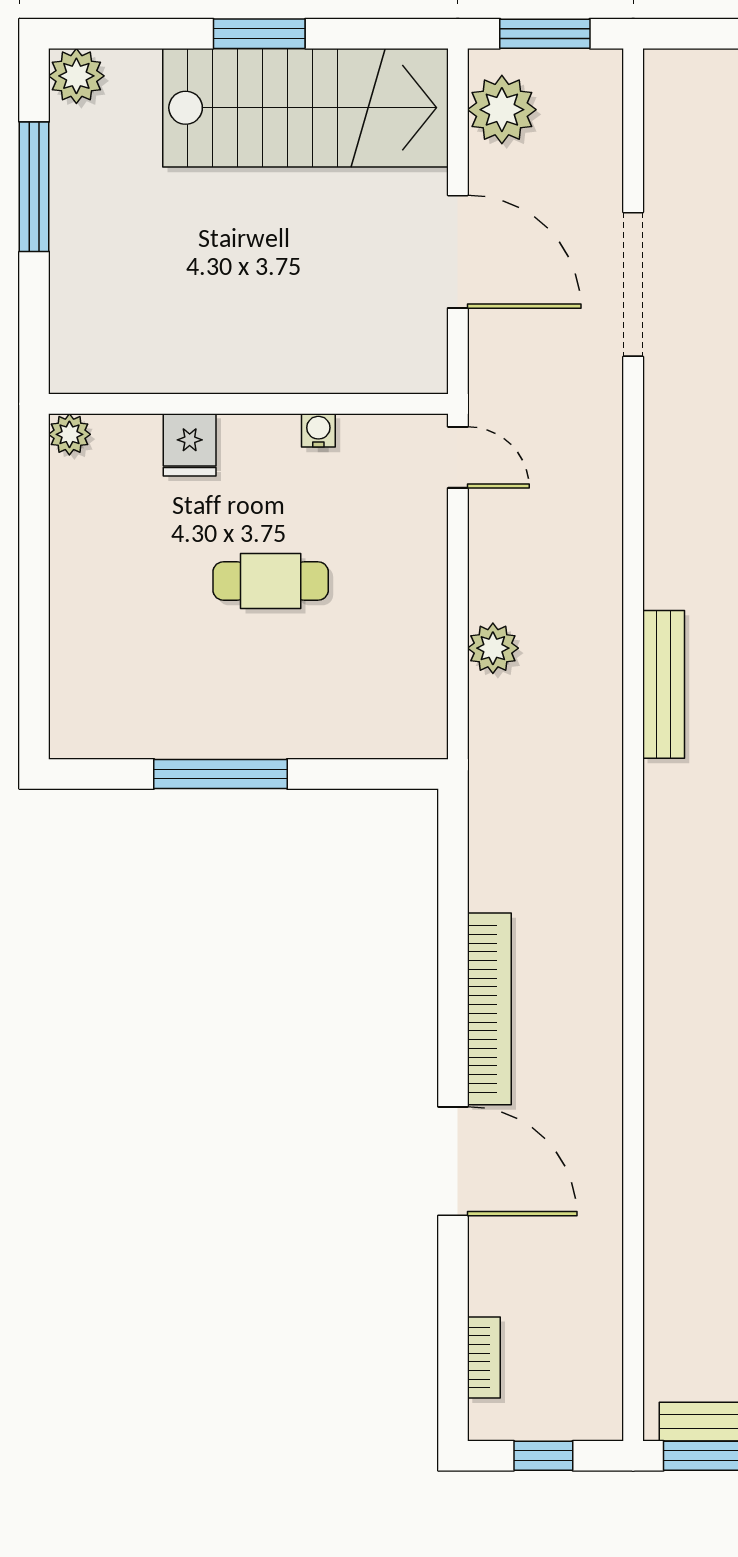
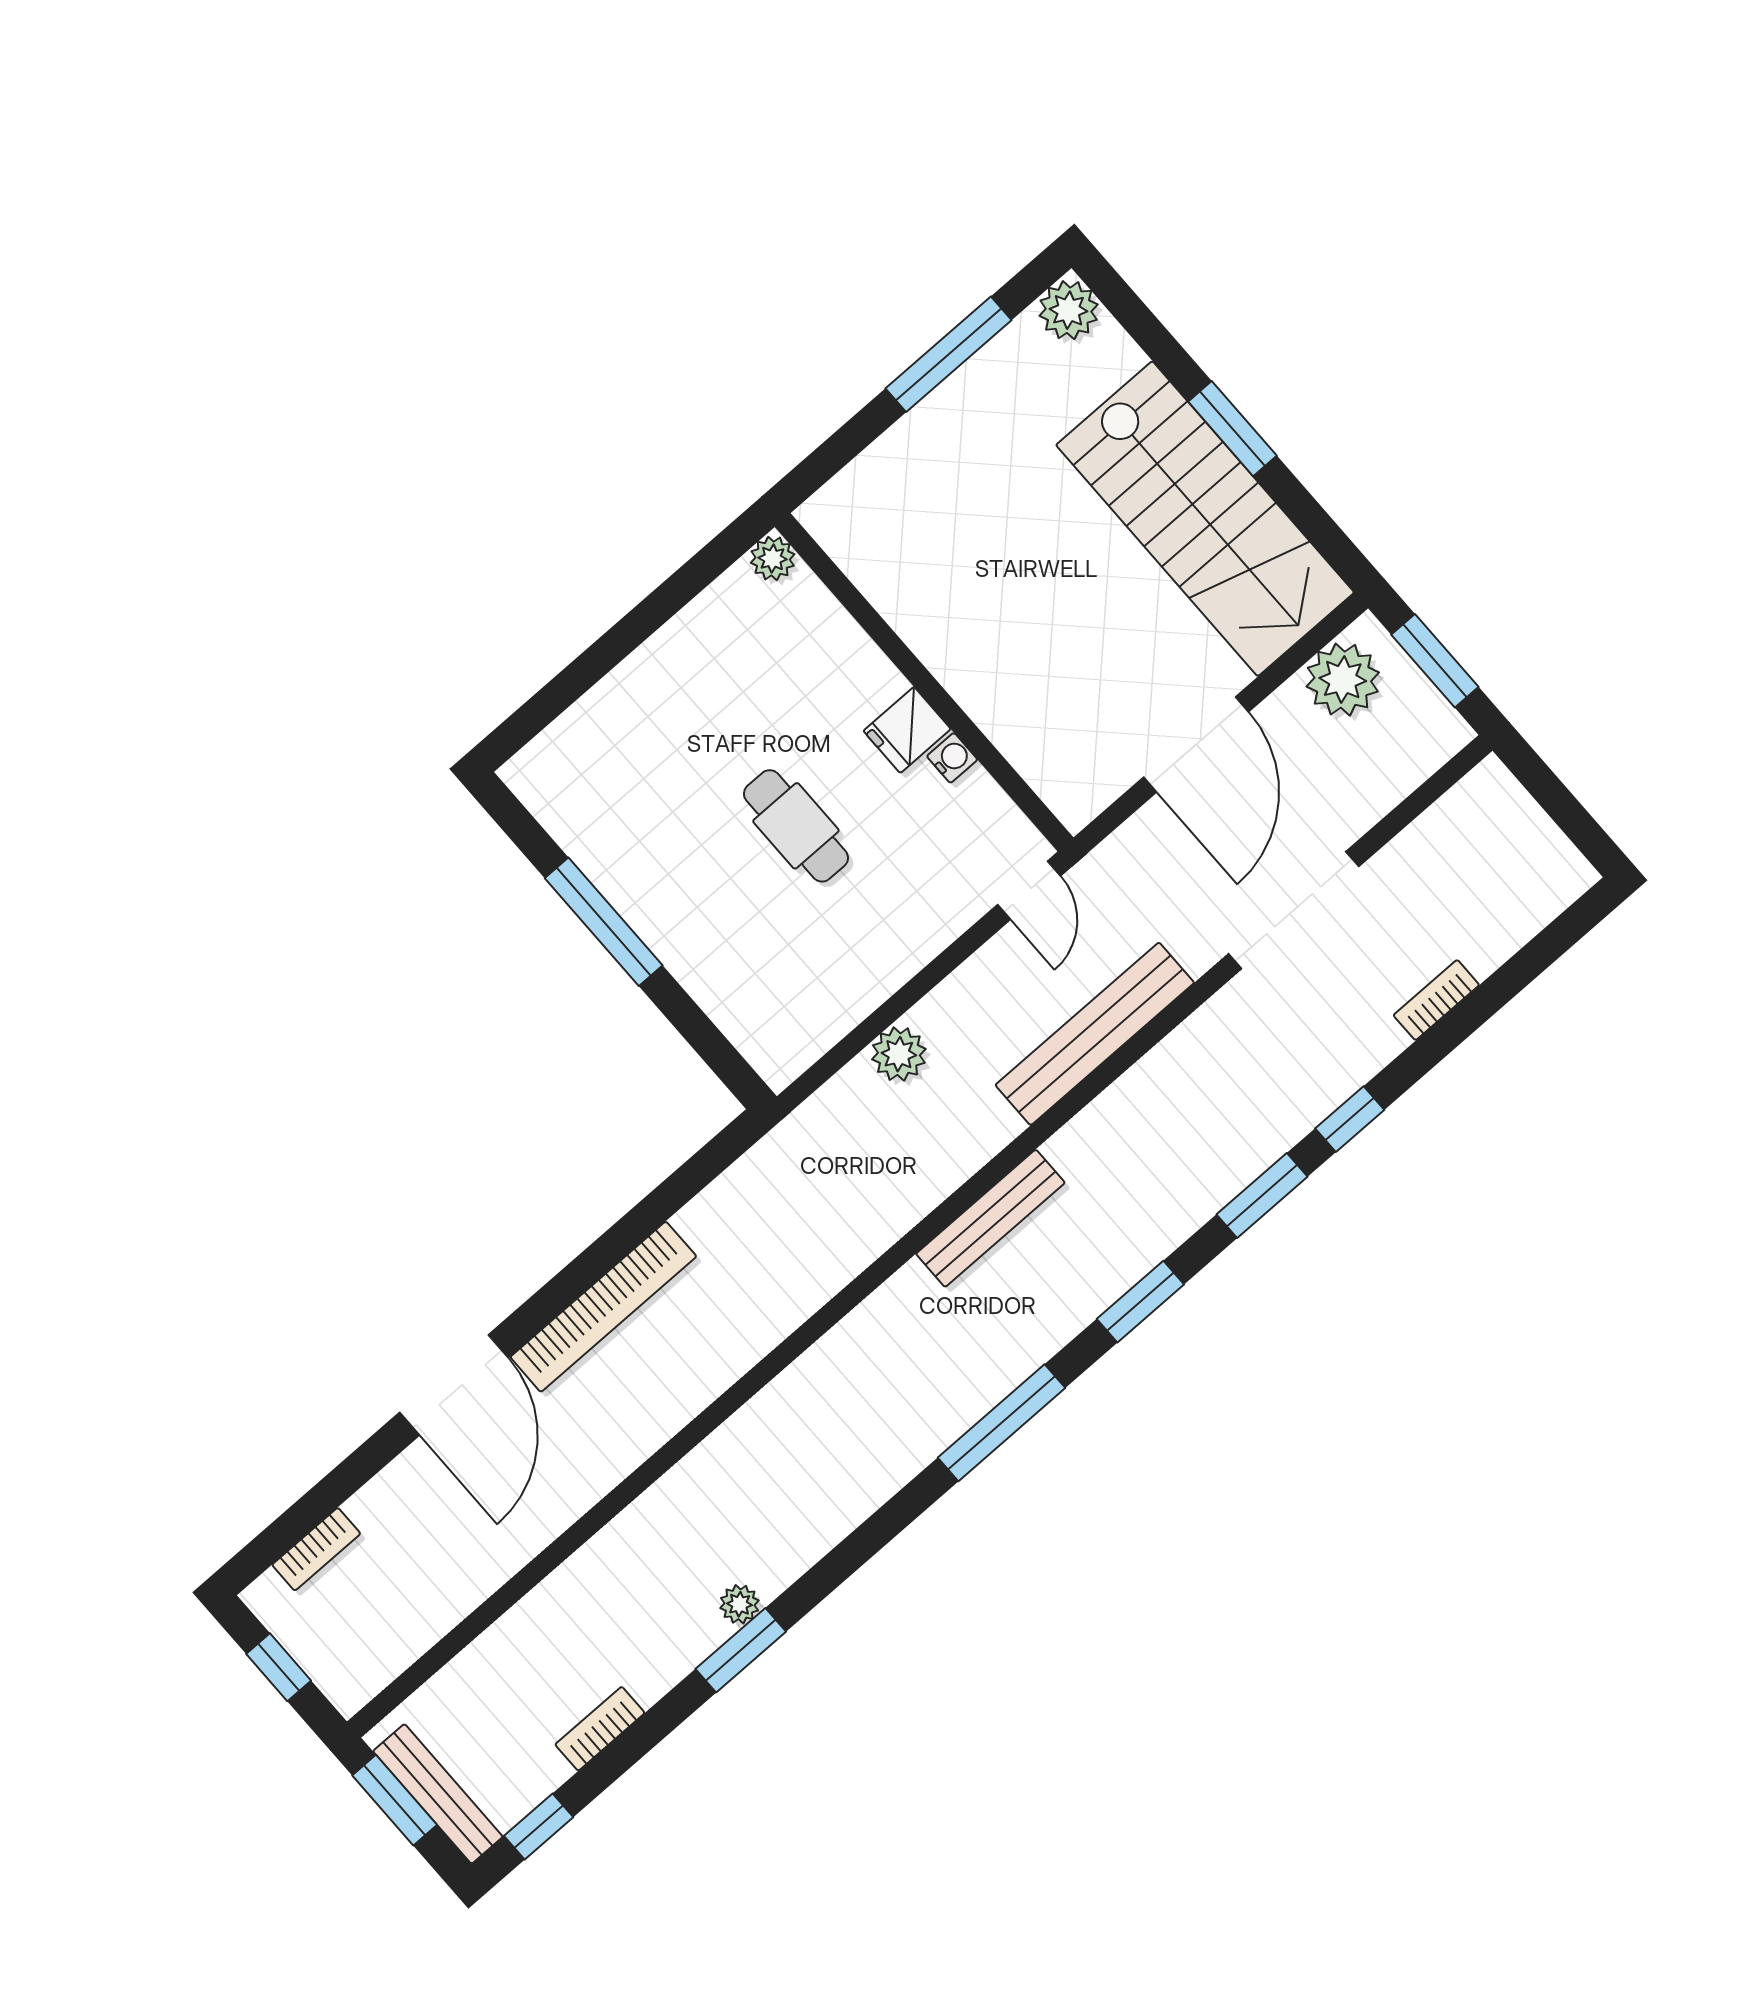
fridge: (190, 445) -> (907, 730), moved
bench: (598, 499) -> (1095, 1034), added

